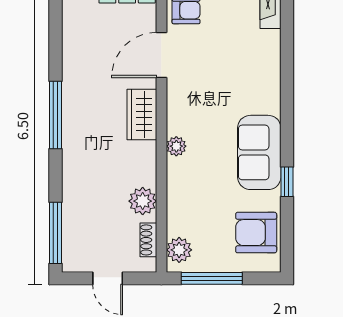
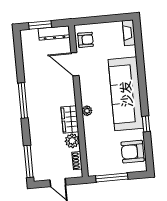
door: (161, 55) -> (75, 64), hinge flipped
wardrobe: (142, 114) -> (70, 119), moved
sofa: (259, 152) -> (126, 94), width x1.85, depth x1.27
plant: (179, 250) -> (93, 164), removed

